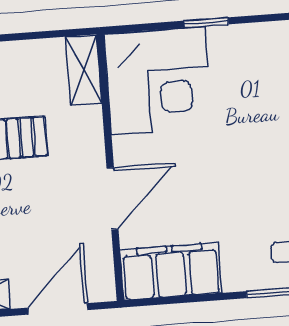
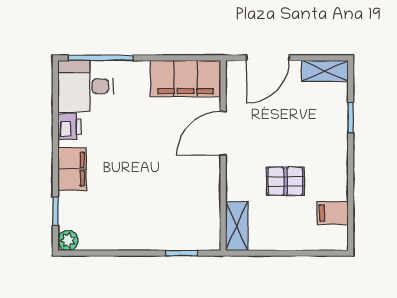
window: (206, 23) -> (182, 253), moved
corner desk: (158, 81) -> (184, 215), removed

